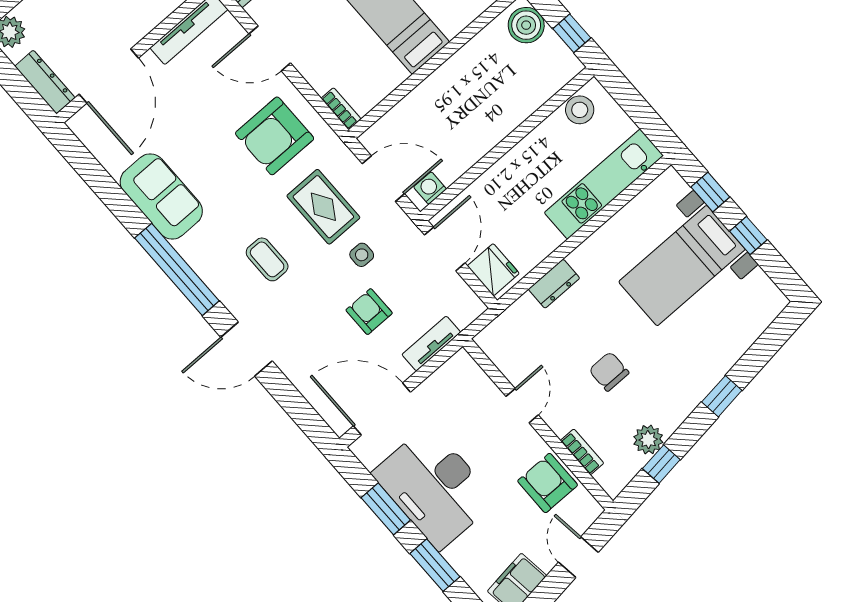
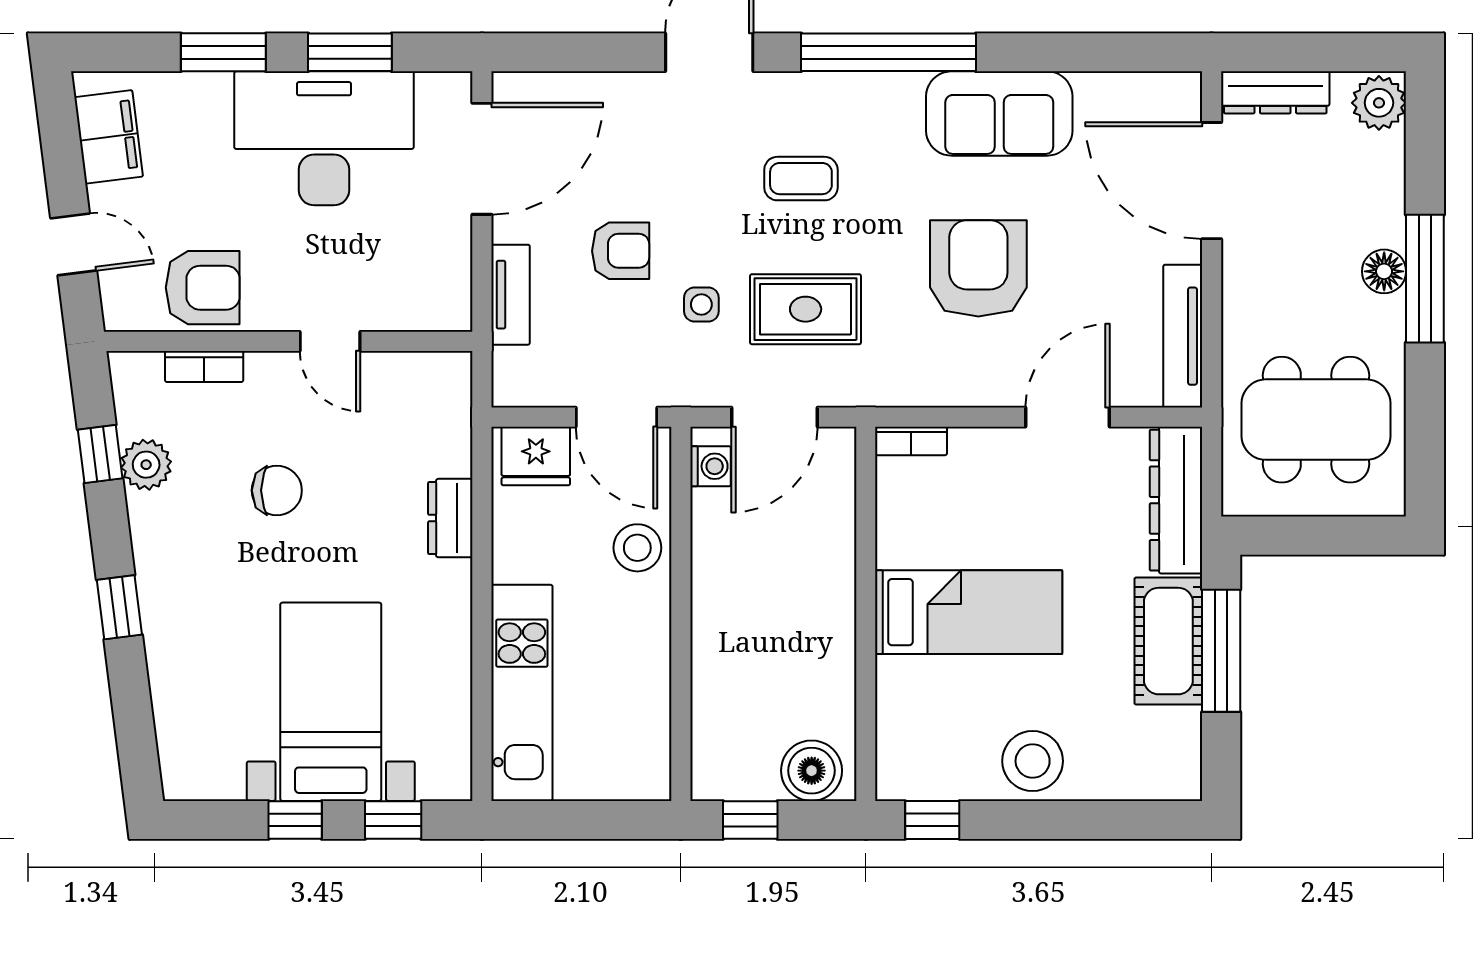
stool: (580, 110) -> (637, 548), moved
armchair: (275, 136) -> (978, 268), moved

